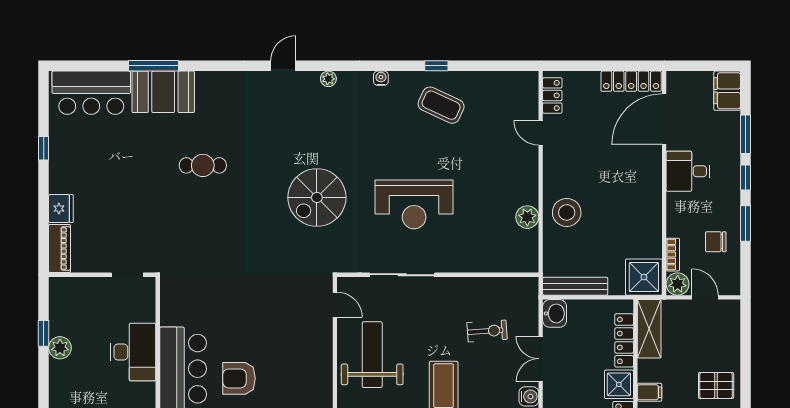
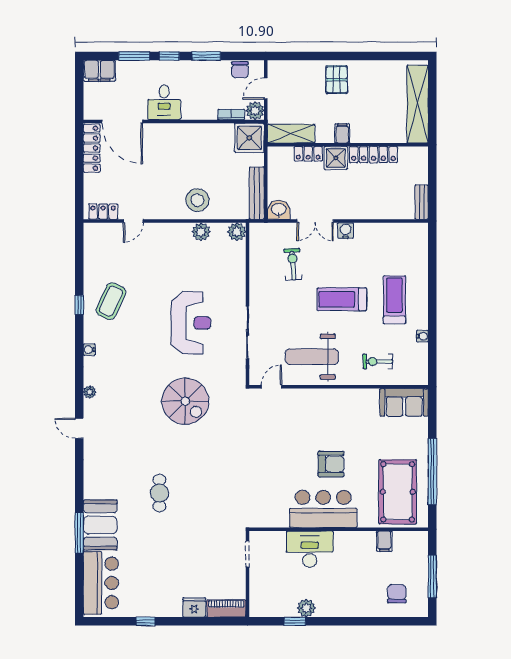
chair: (716, 242) -> (240, 70), moved
plant: (527, 261) -> (237, 232), added
locker: (624, 340) -> (308, 154), width x0.66
armchair: (239, 378) -> (331, 464), turned -90

